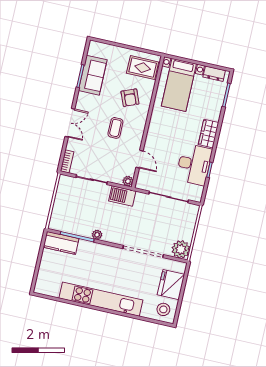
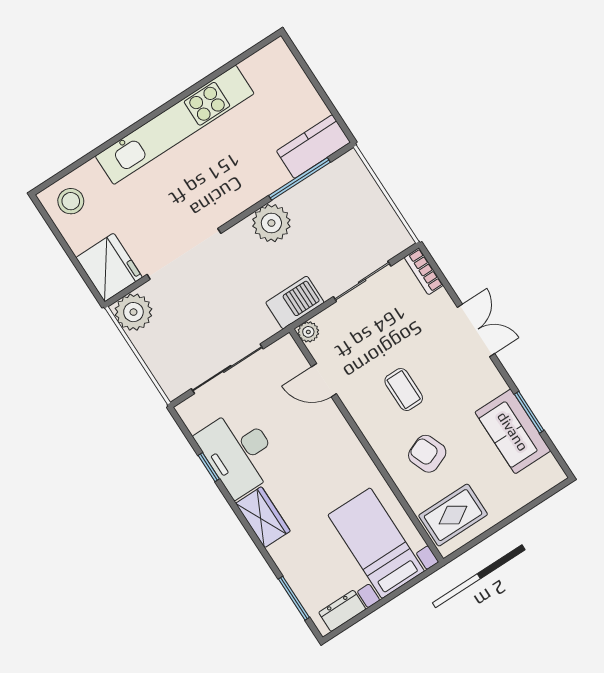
double door: (70, 123) -> (476, 330), swing flipped
plant: (97, 235) -> (271, 223), width x1.87, depth x1.87
fridge: (171, 285) -> (109, 267), moved

